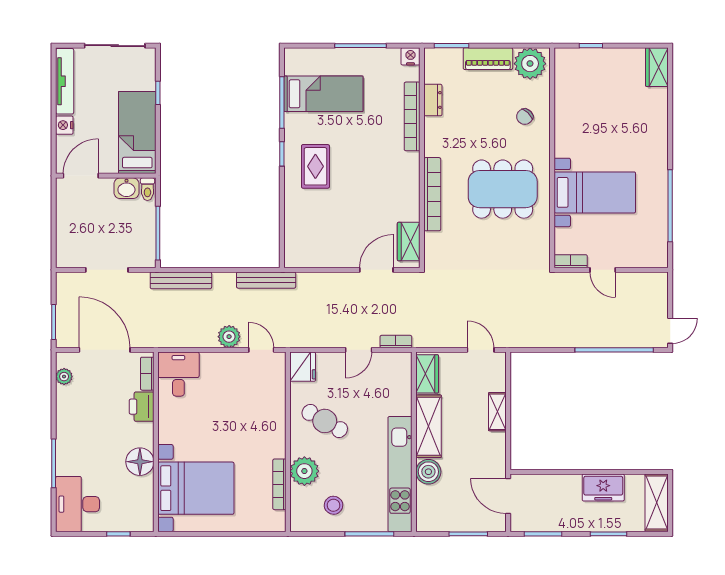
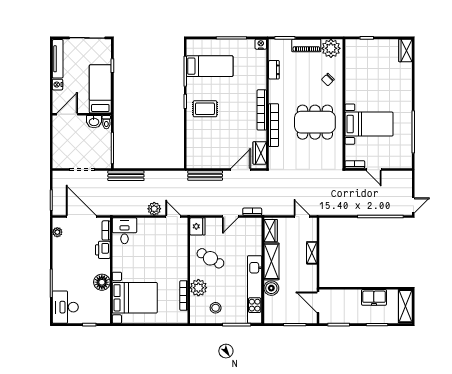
bookcase: (412, 116) -> (262, 110), moved
rug: (315, 166) -> (205, 109), turned 90
bench: (266, 280) -> (205, 176), moved

